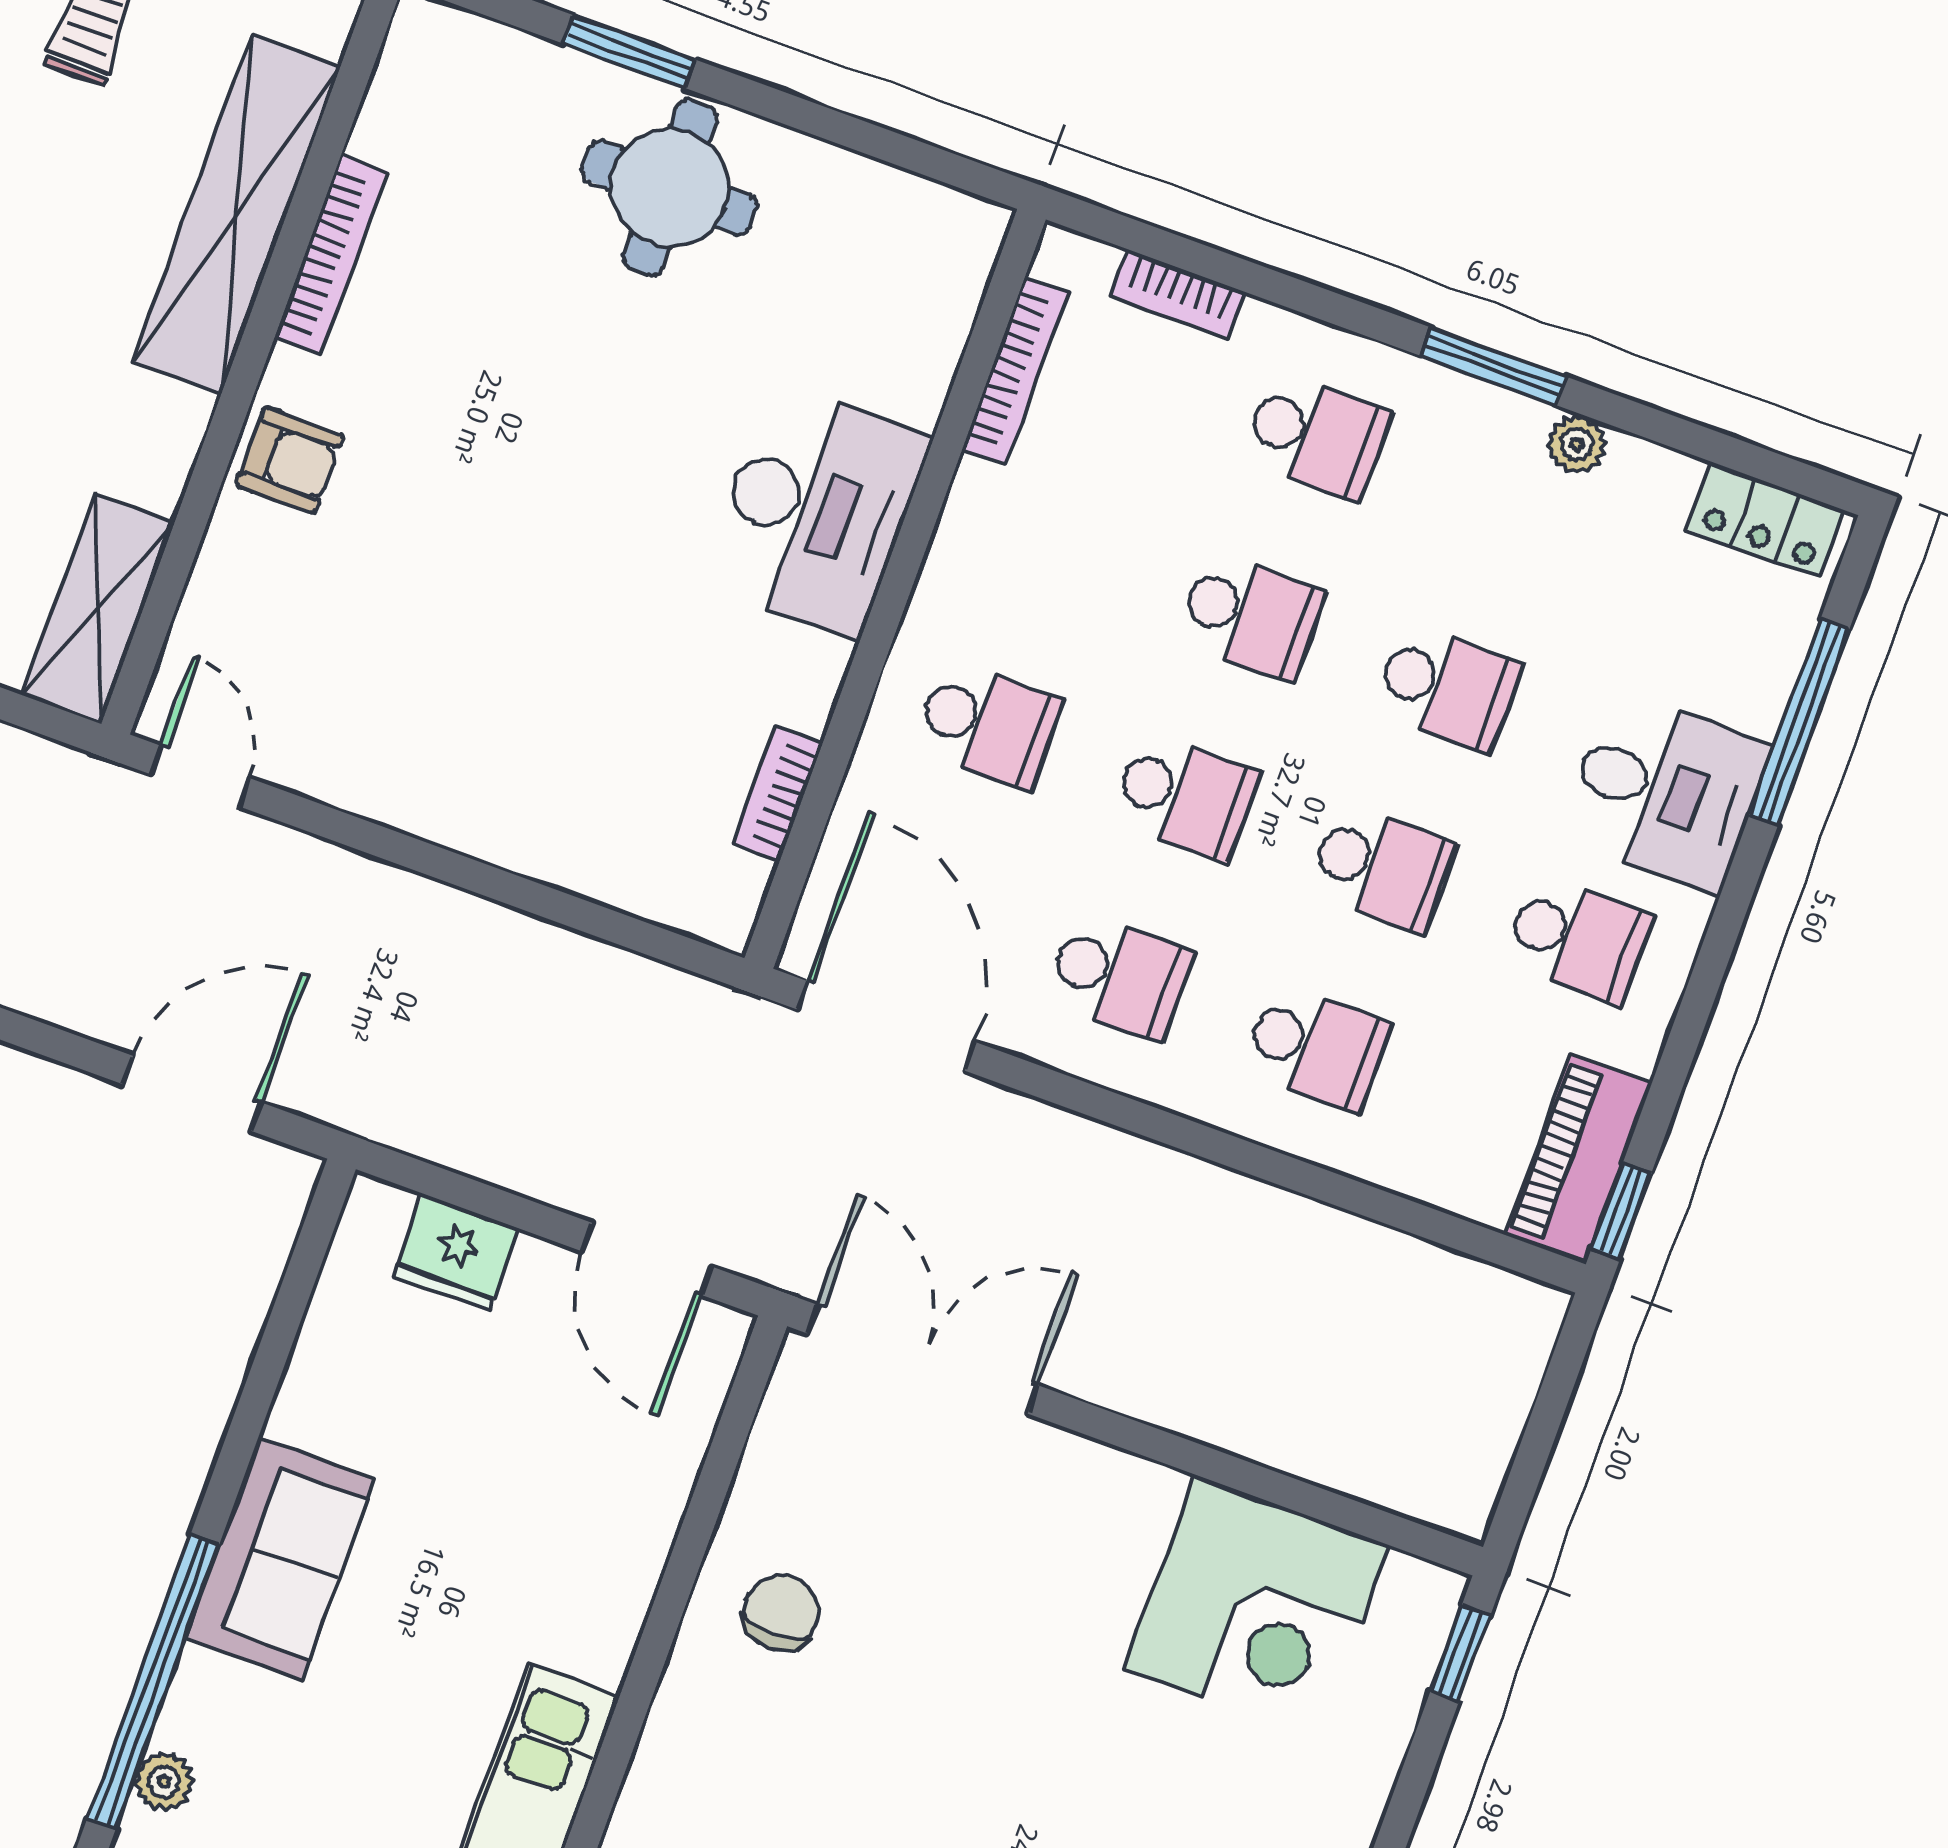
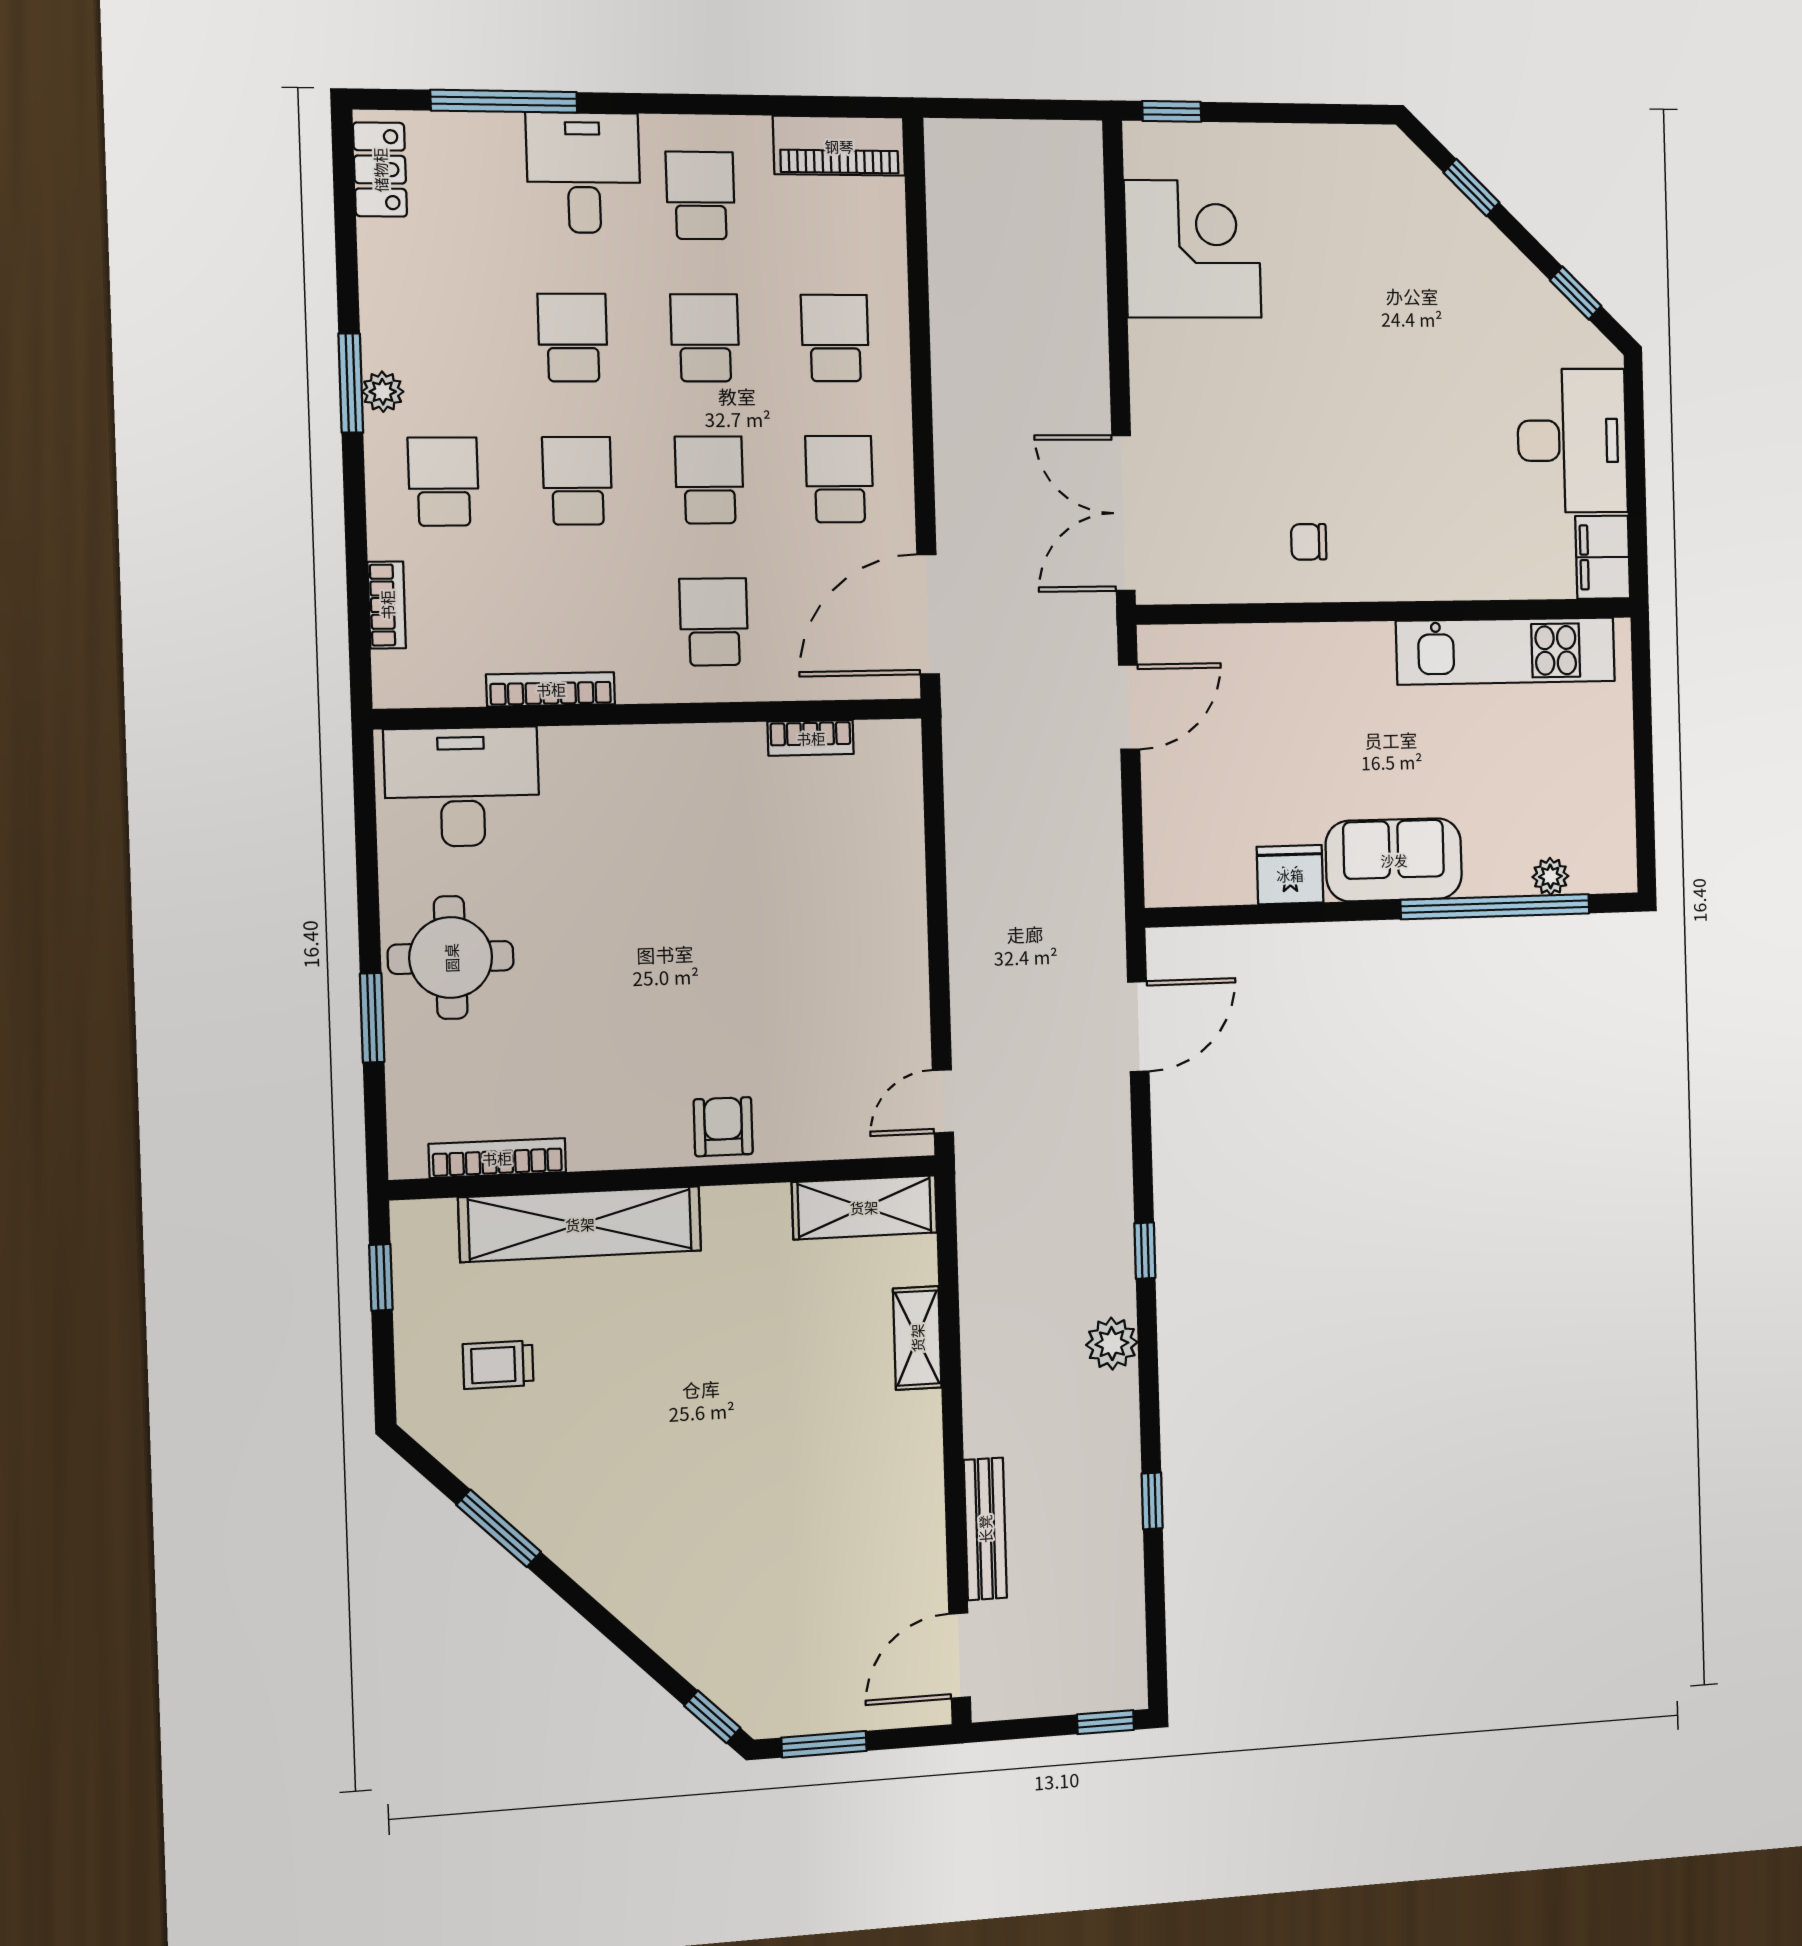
bookcase: (331, 255) -> (497, 1158), moved
bookcase: (1015, 371) -> (551, 689), moved
plant: (1577, 444) -> (383, 392), moved
desk: (816, 510) -> (462, 787), moved
door: (192, 1093) -> (1138, 1027), swing flipped
window: (1621, 1211) -> (861, 107), removed
fridge: (456, 1252) -> (1290, 875), moved, turned -90
chair: (781, 1612) -> (1309, 542), width x0.73, depth x0.73

